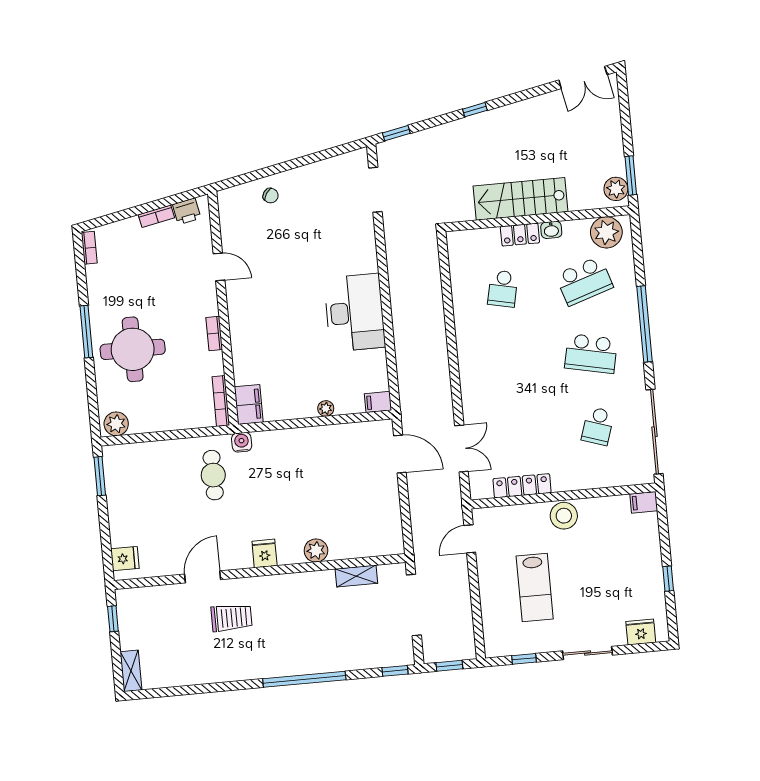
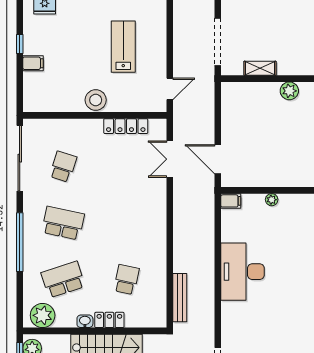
bench: (432, 272) -> (180, 298), added
filing cabinet: (644, 502) -> (33, 63), moved

